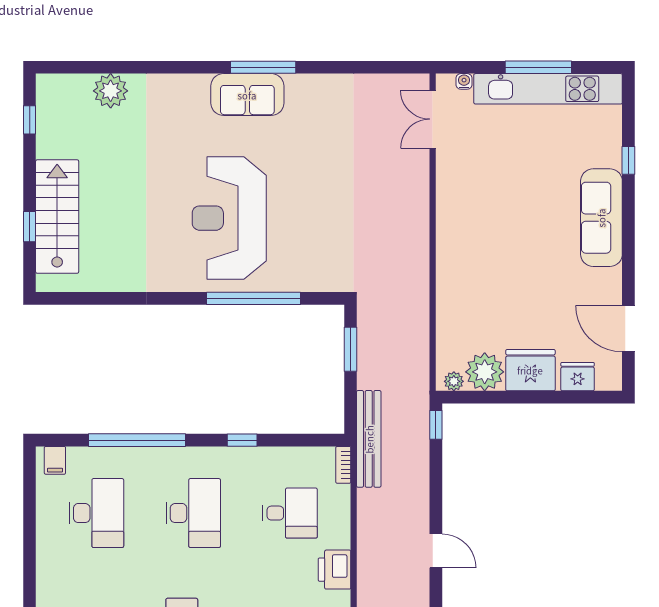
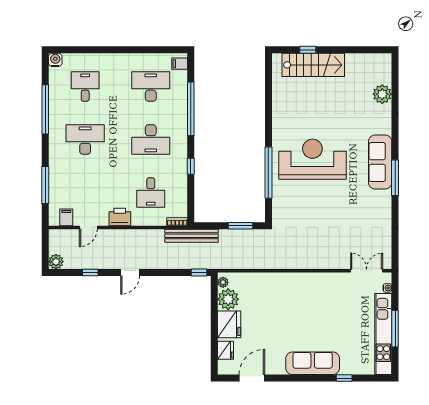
sofa: (247, 95) -> (380, 162), width x1.36
window: (30, 120) -> (366, 50), removed
desk: (96, 513) -> (151, 86), turned 180

